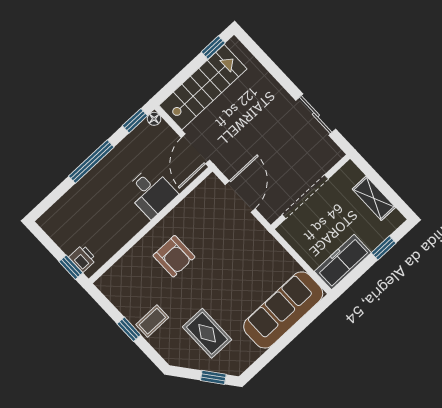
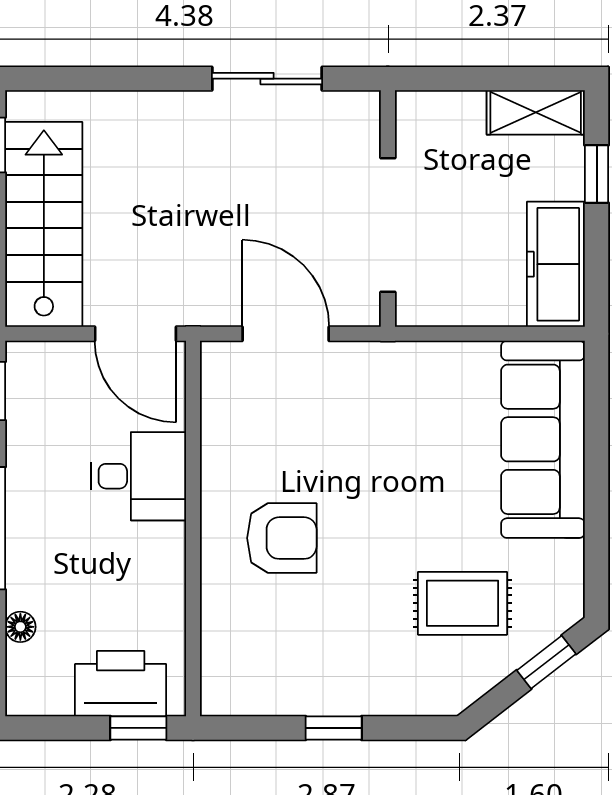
floor lamp: (154, 119) -> (20, 627), moved
shelving: (374, 198) -> (536, 112), moved
printer: (83, 258) -> (121, 684), width x1.87, depth x1.48
coffee table: (152, 321) -> (356, 676), removed

